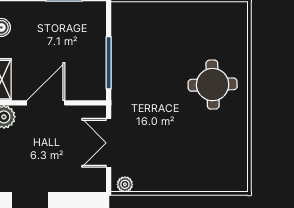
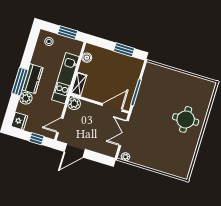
door: (46, 103) -> (112, 107), moved

